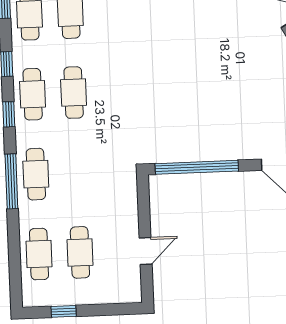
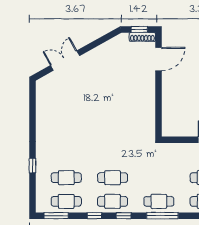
window: (197, 167) -> (159, 108), removed

